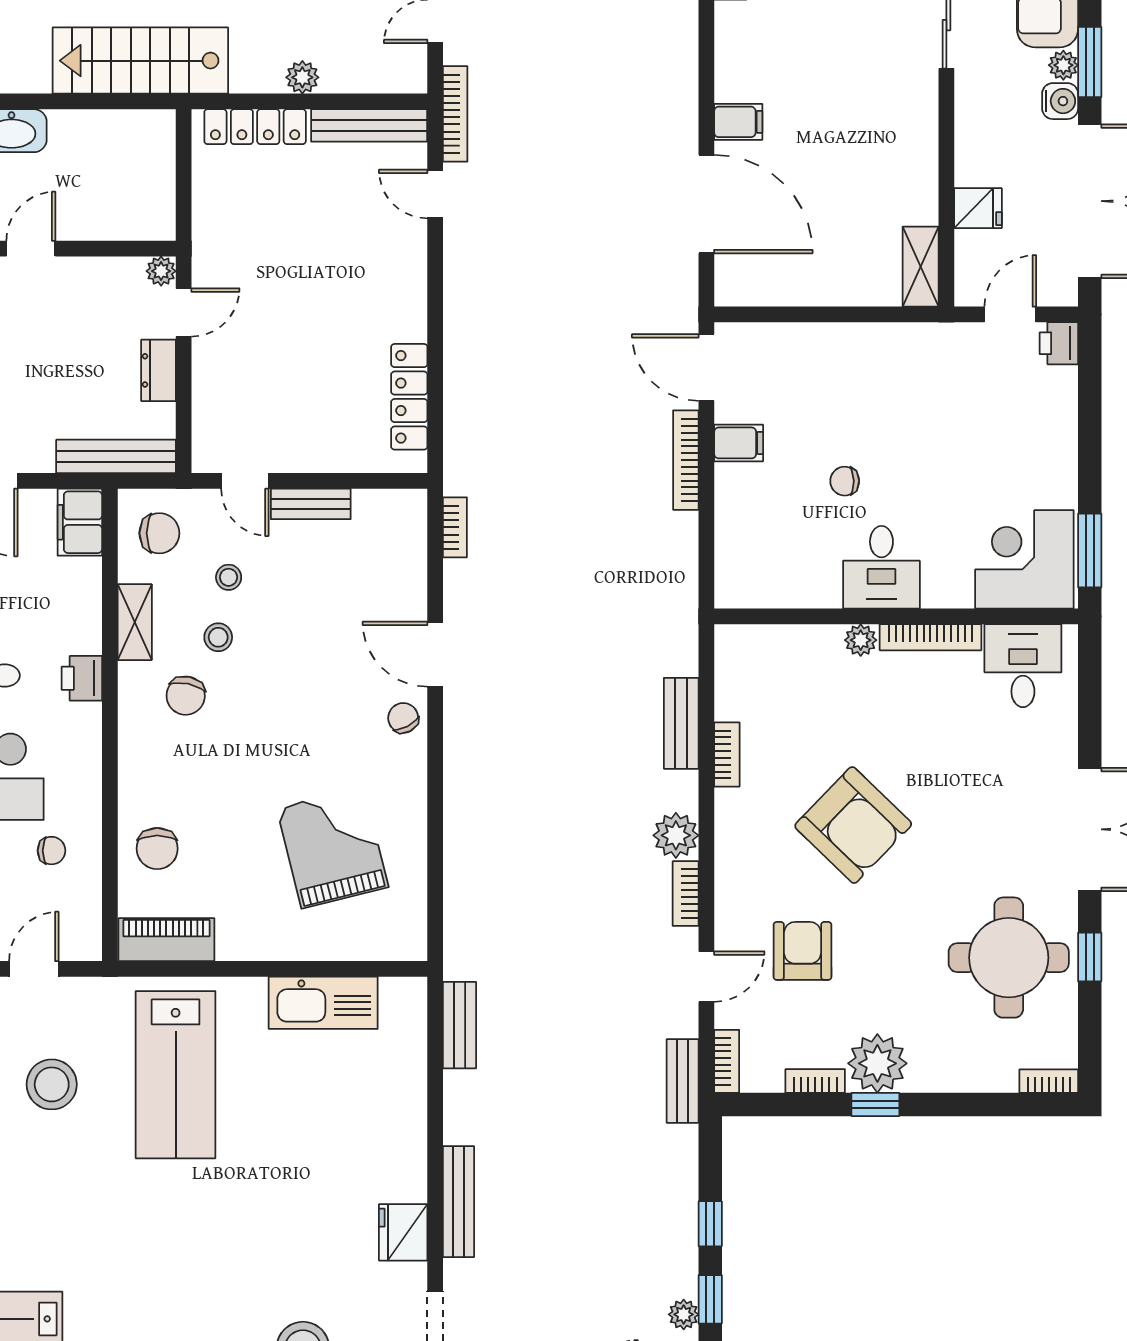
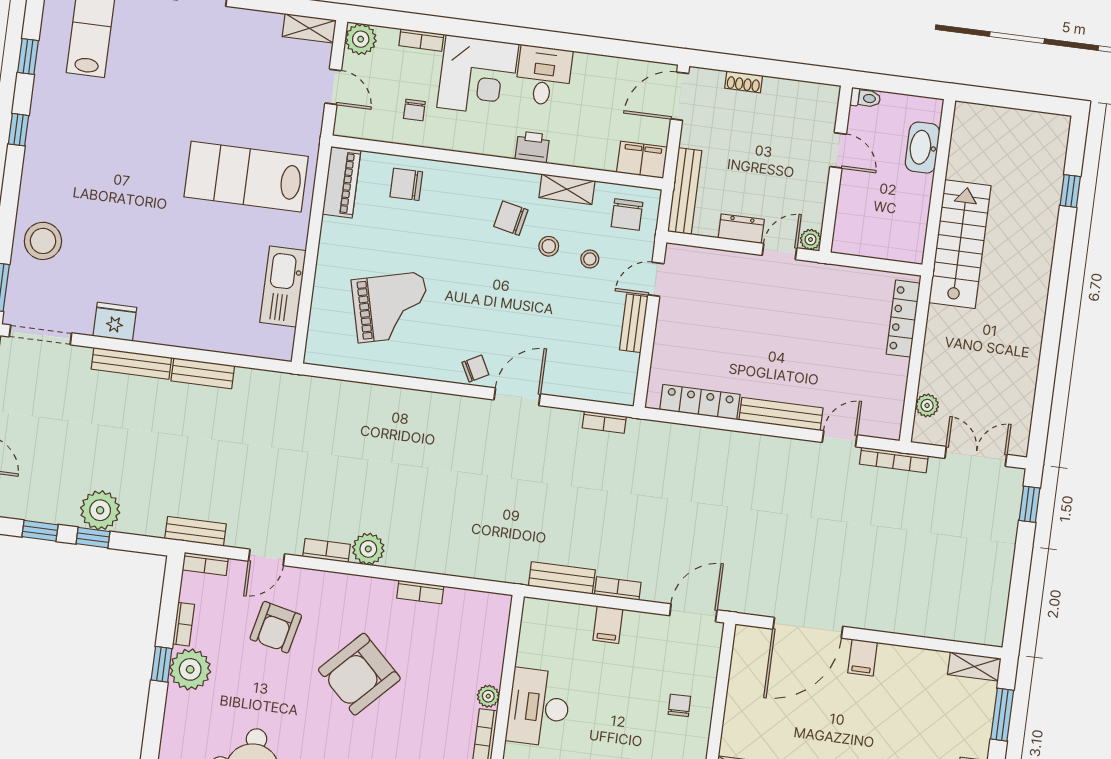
plant: (302, 77) -> (927, 405), moved
bench: (369, 125) -> (781, 414), moved, turned 90
door: (184, 312) -> (779, 252), swing flipped
filing cabinet: (739, 443) -> (608, 625), moved
bookcase: (686, 460) -> (618, 588), width x0.64
chair: (845, 481) -> (679, 705), moved
desk: (881, 567) -> (539, 707), width x1.37
bench: (681, 723) -> (562, 578), moved
armchair: (802, 951) -> (276, 627), turned 103
door: (706, 977) -> (267, 557), hinge flipped
bench: (460, 1025) -> (203, 373), moved
stool: (52, 1084) -> (251, 89), removed
plant: (684, 1314) -> (100, 510), moved, width x1.87, depth x1.87

